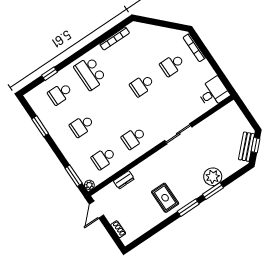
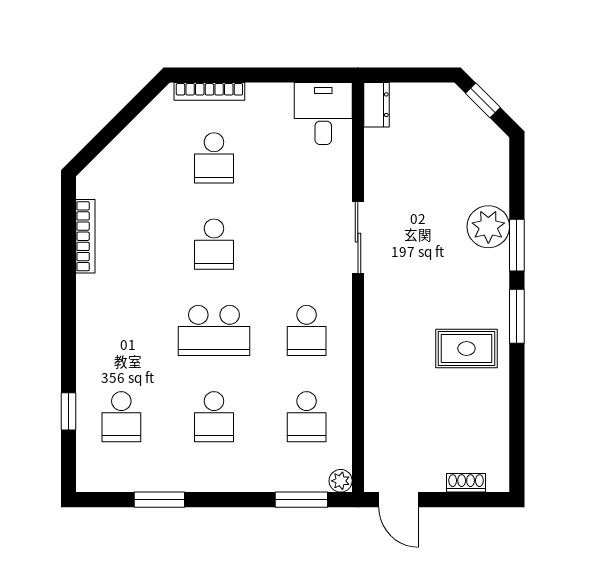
school desk: (90, 73) -> (214, 330), moved
bench: (246, 147) -> (474, 120), removed
dresser: (124, 180) -> (376, 105), moved

